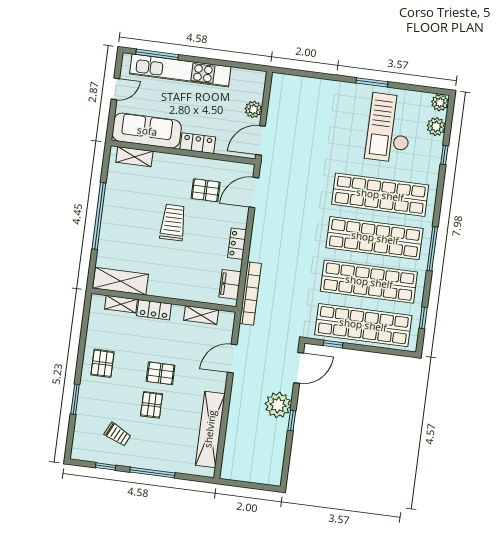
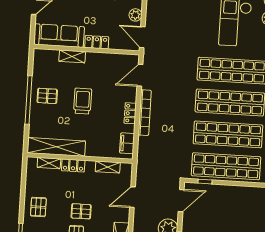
door: (261, 140) -> (142, 37), hinge flipped
shelving: (134, 157) -> (72, 56), moved
pallet: (206, 190) -> (47, 96), moved
shelving: (120, 281) -> (56, 147), width x1.47
bookcase: (250, 293) -> (145, 113), moved

